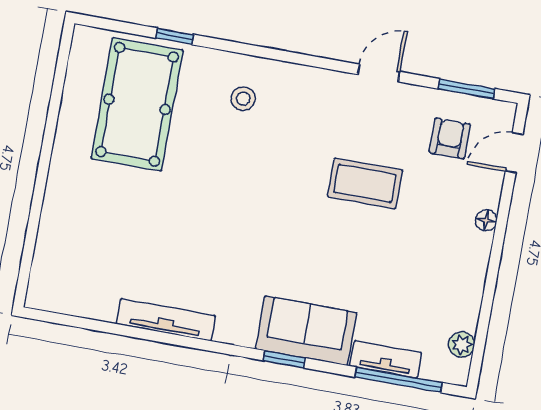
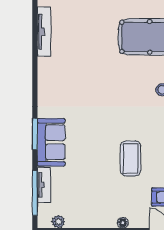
tv unit: (166, 320) -> (44, 32), moved
window: (284, 359) -> (35, 134), width x1.50

